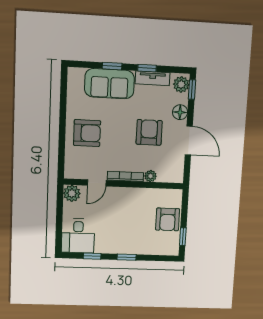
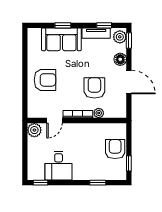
window: (147, 68) -> (104, 25), moved
armchair: (149, 132) -> (94, 88), moved
armchair: (168, 219) -> (115, 149), turned 180
desk: (78, 236) -> (59, 166), moved
window: (92, 256) -> (40, 183), moved
window: (127, 257) -> (98, 183), moved

